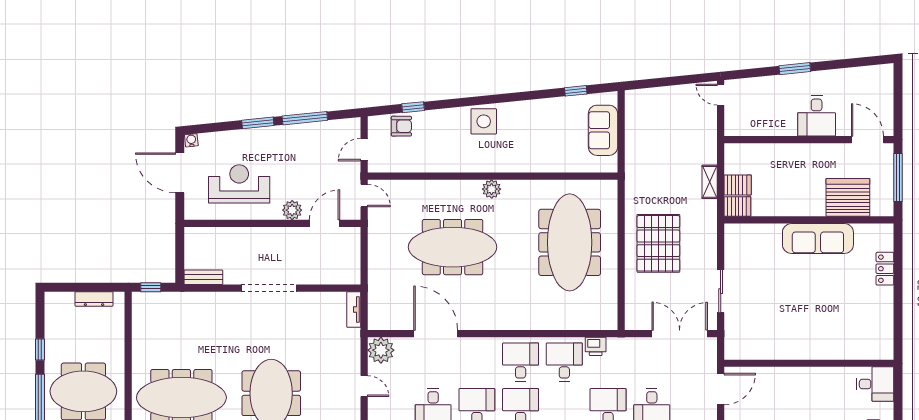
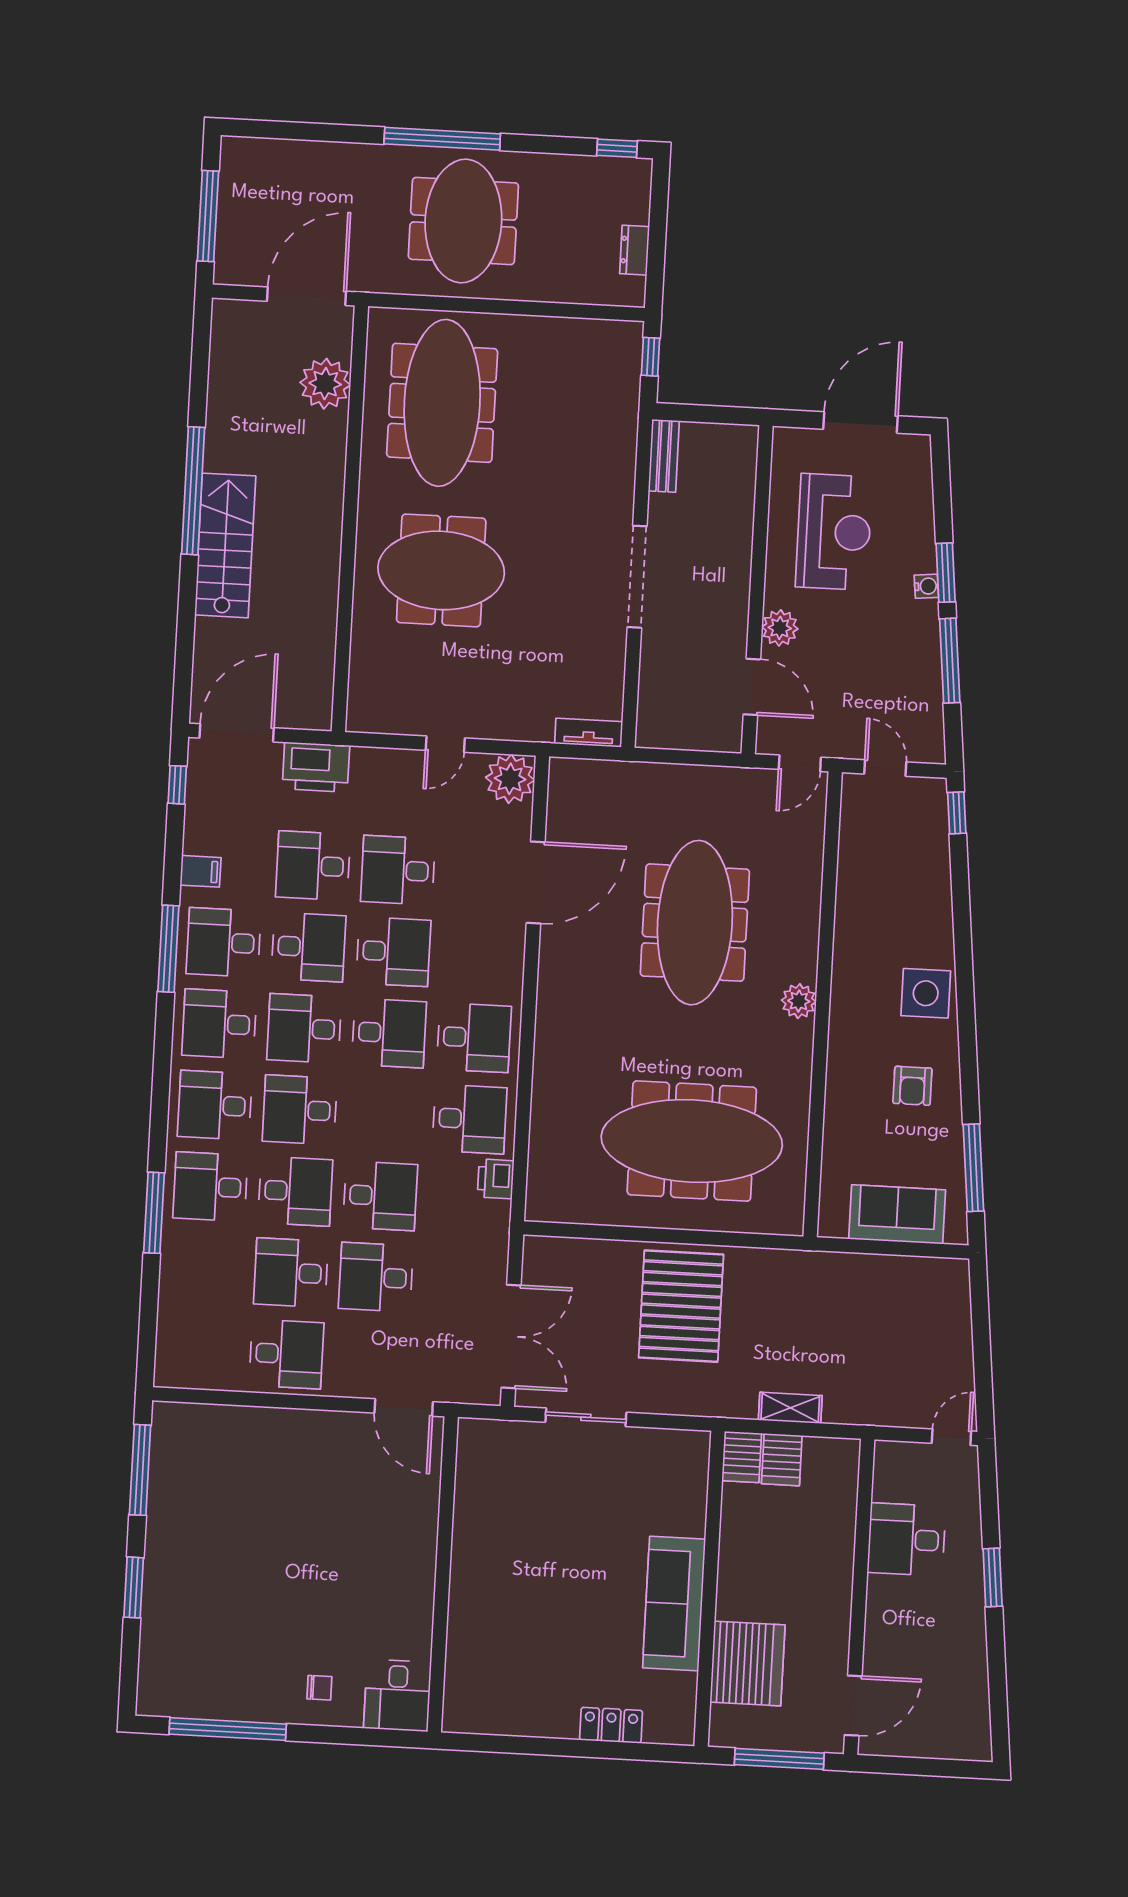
window: (576, 91) -> (973, 1168), width x2.17
window: (413, 107) -> (957, 813), moved
desk: (817, 116) -> (906, 1539), moved
armchair: (401, 126) -> (912, 1086), moved
water cooler: (191, 140) -> (926, 586), moved
pallet: (658, 243) -> (681, 1306), turned 90
dresser: (94, 299) -> (634, 250), width x0.70
window: (40, 350) -> (617, 148), moved

